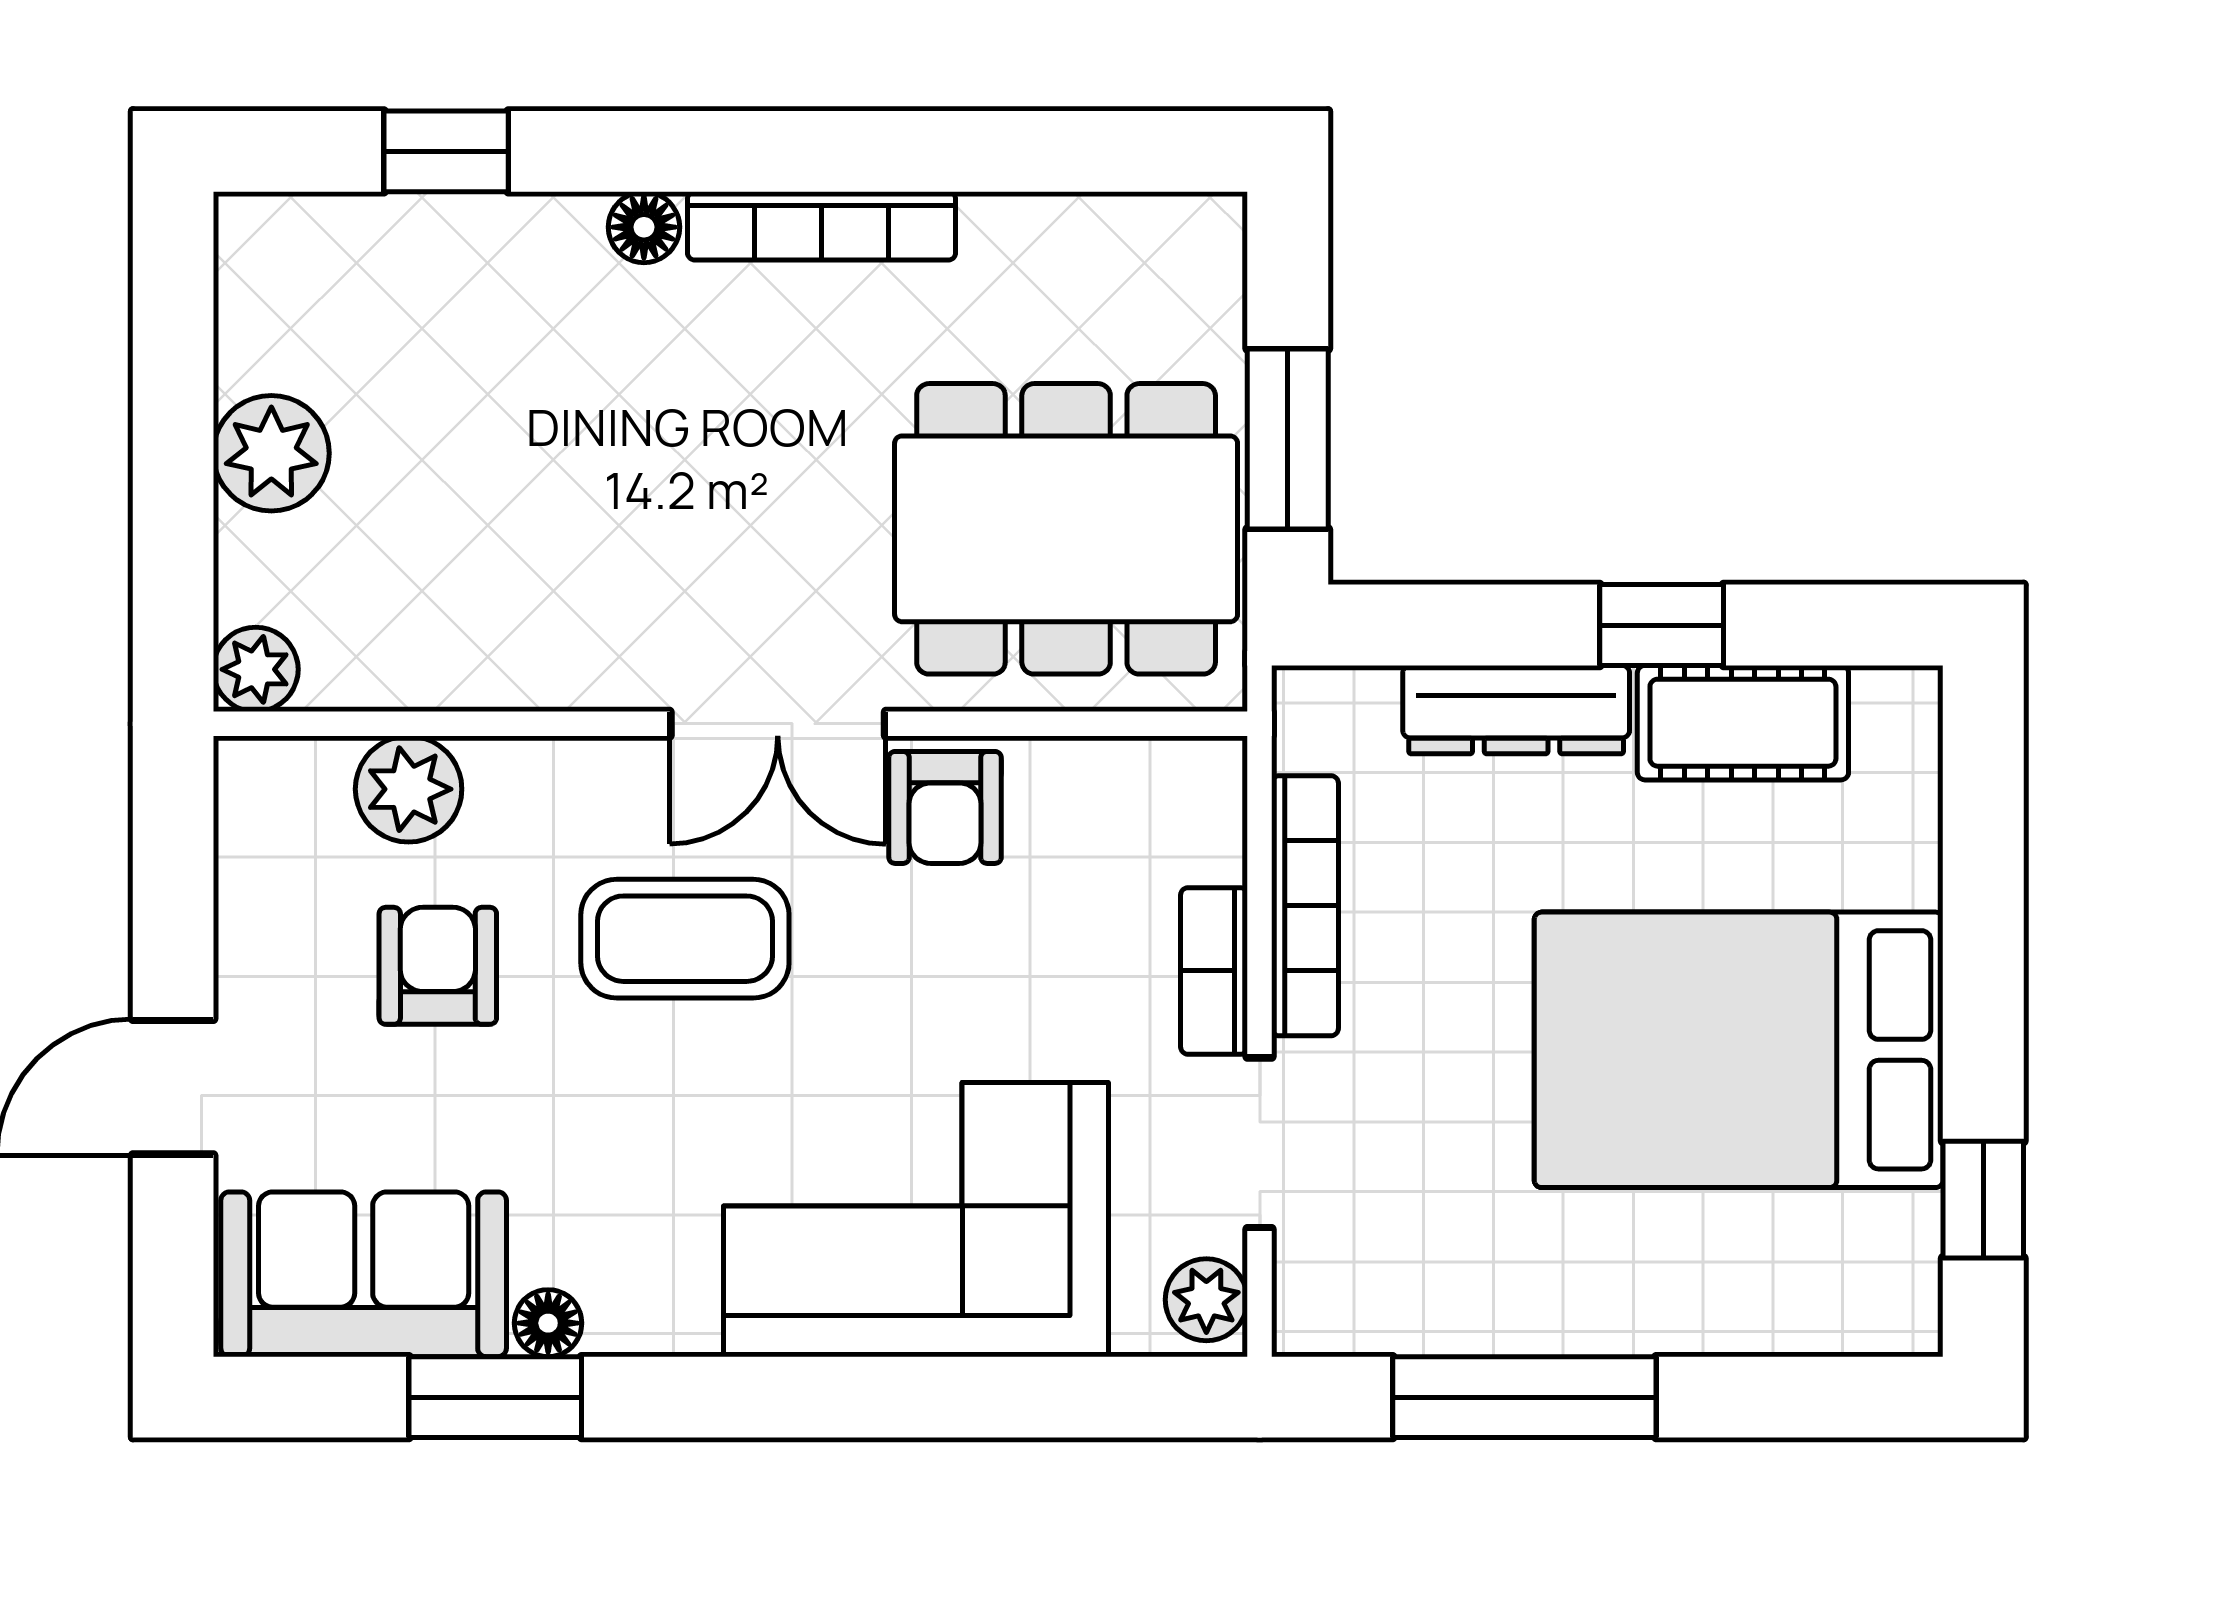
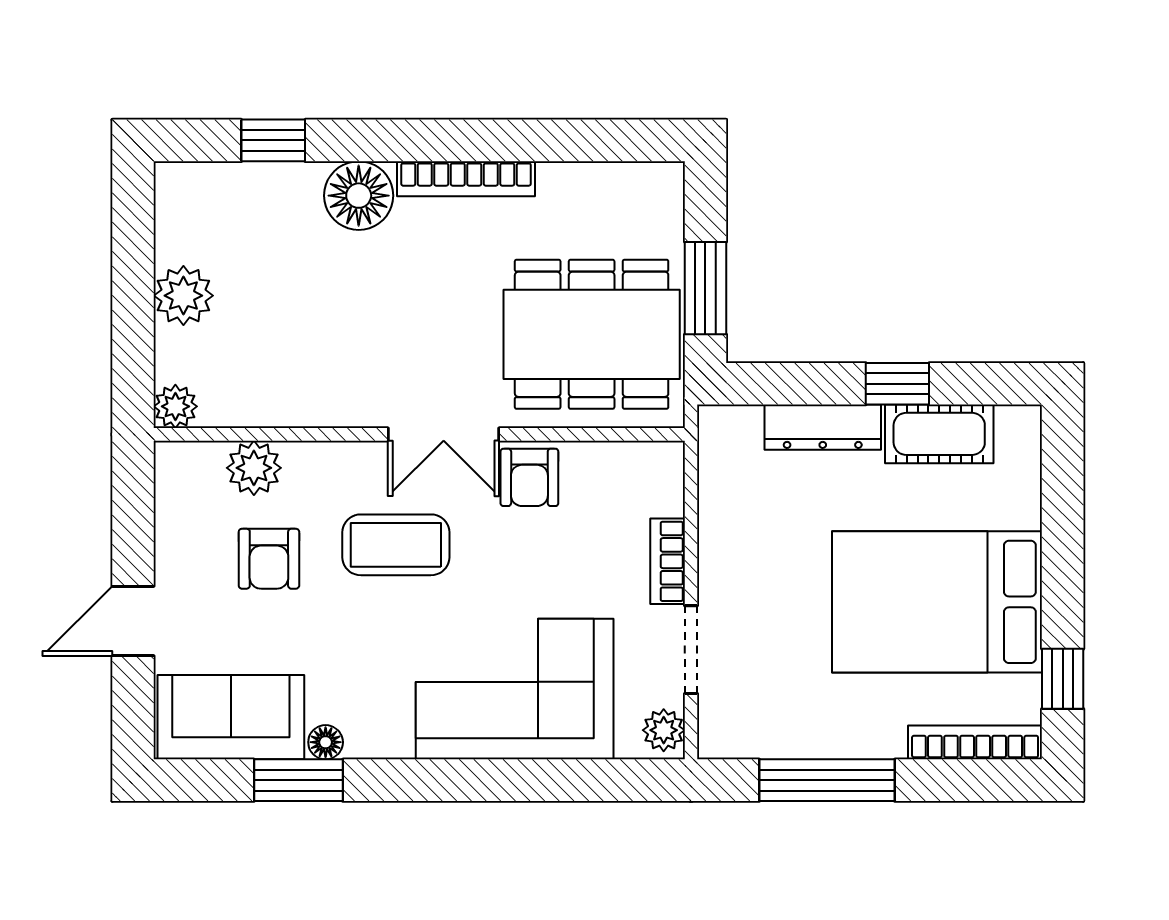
floor lamp: (644, 227) -> (359, 196), width x1.89, depth x1.89
bookcase: (1305, 906) -> (975, 742), moved, turned -90
armchair: (438, 966) -> (269, 559), turned 180

